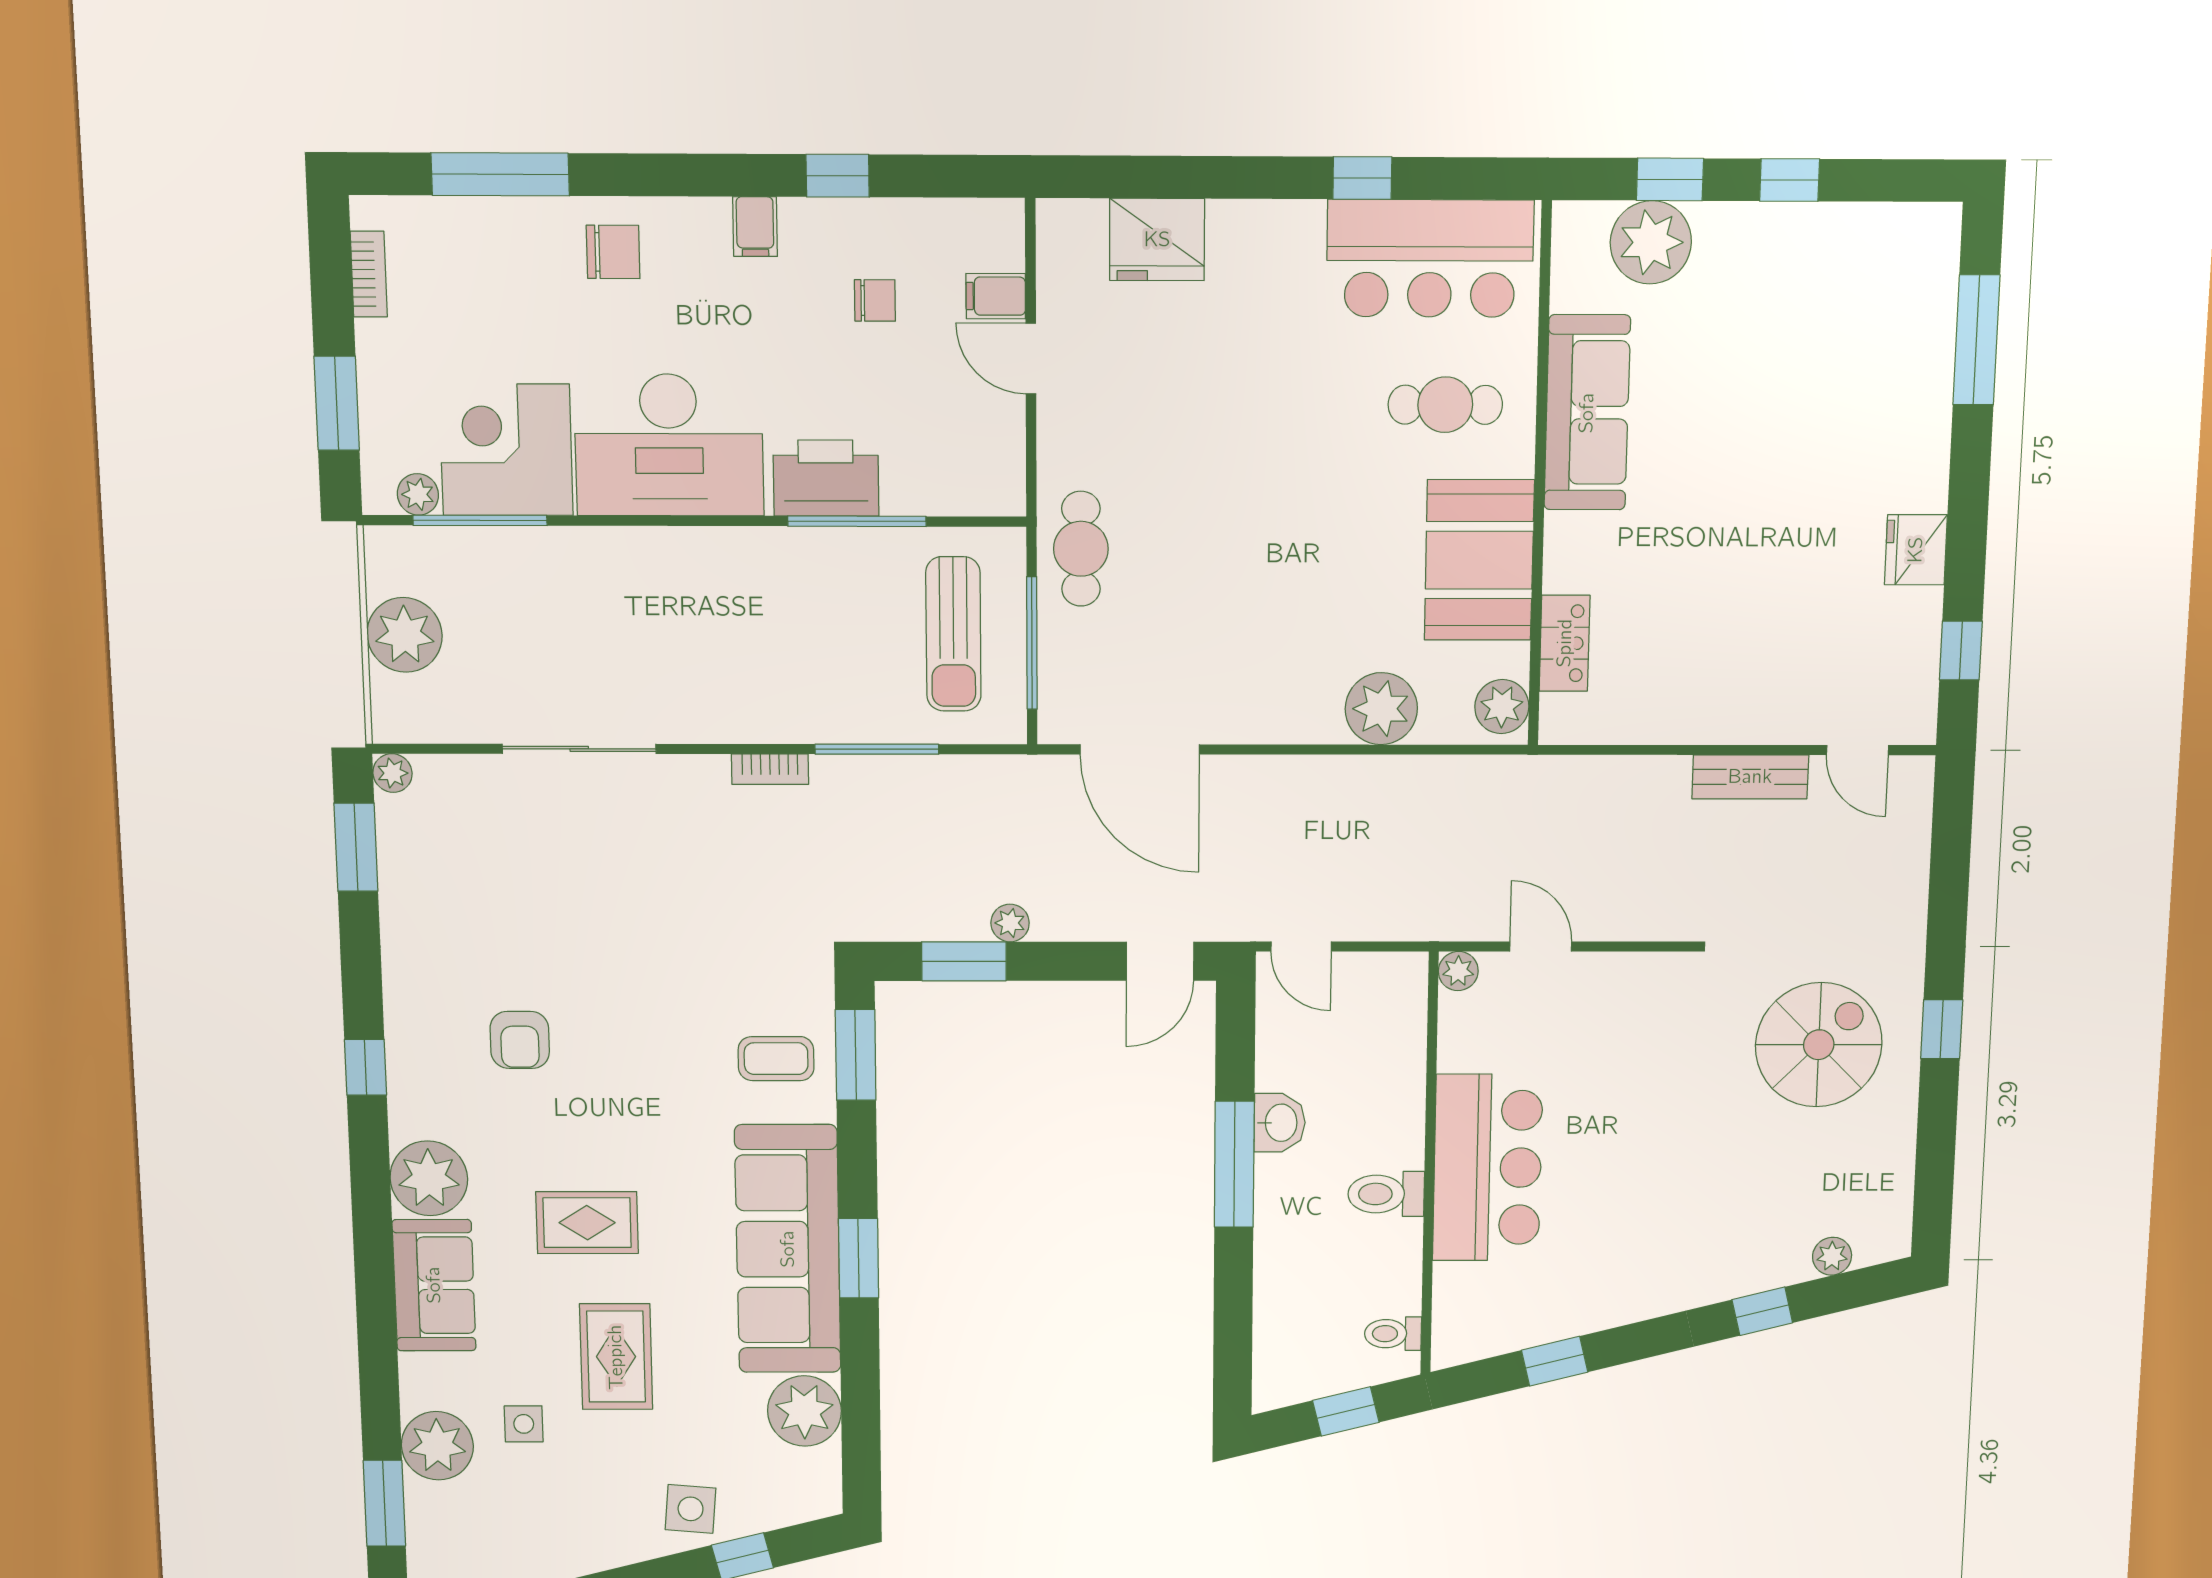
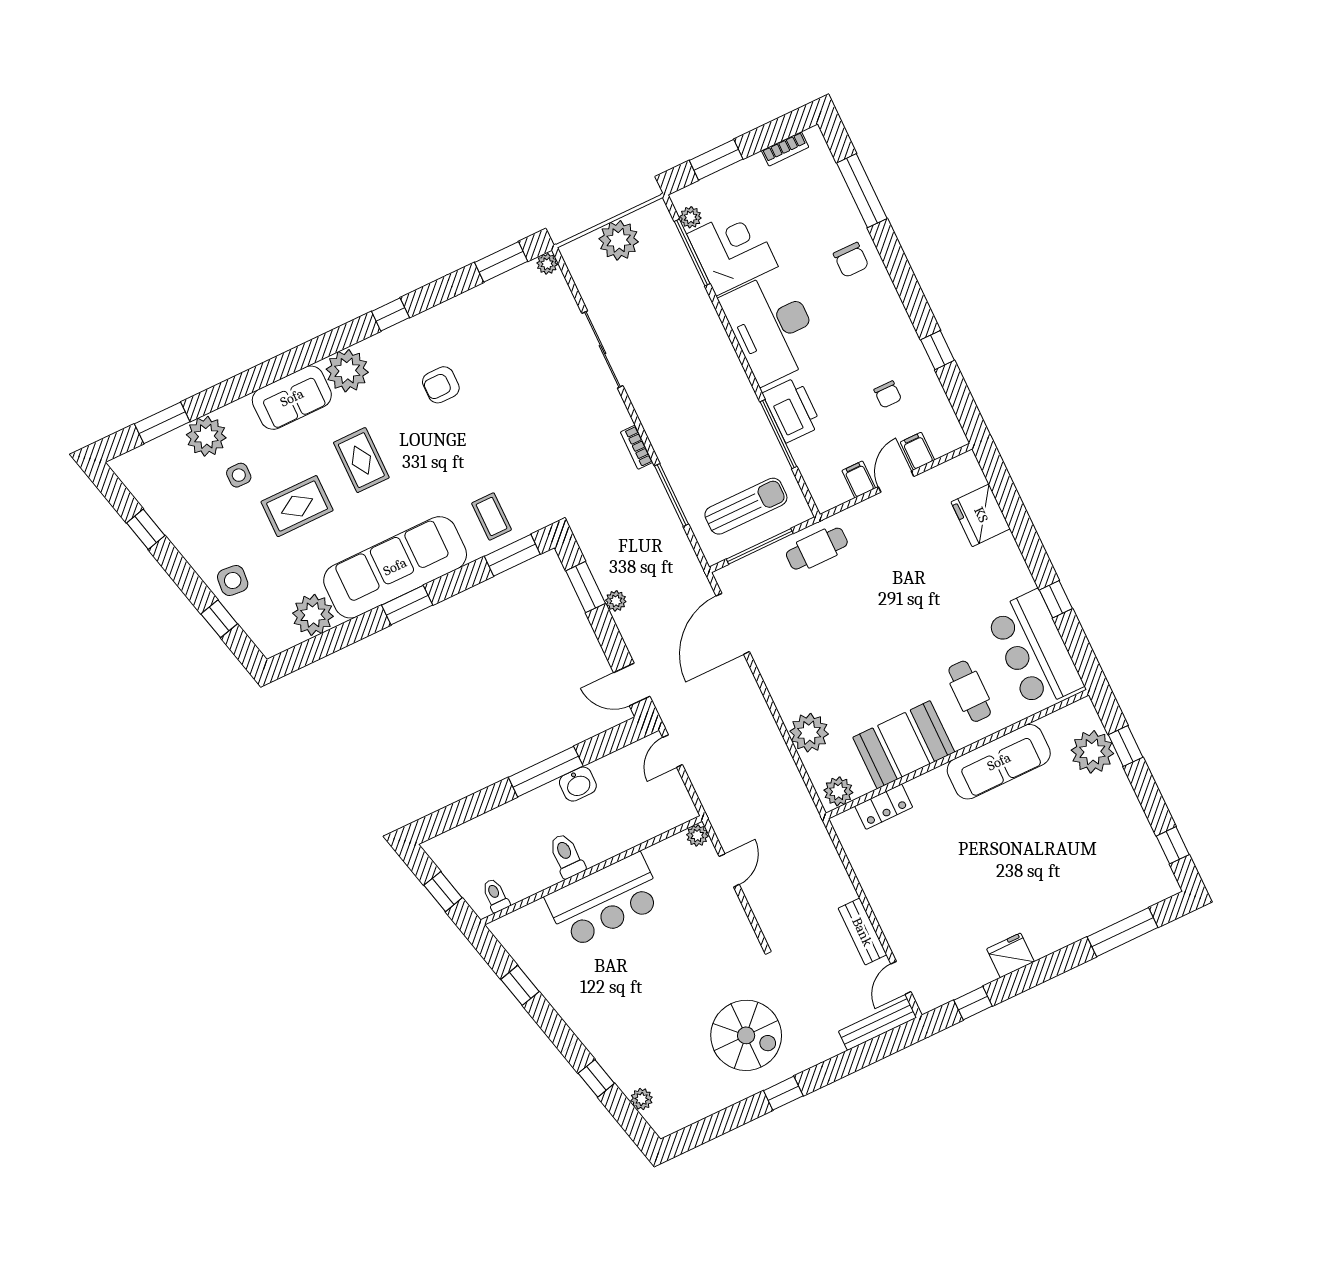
window: (1790, 180) -> (1173, 845), moved
filing cabinet: (755, 227) -> (859, 479), moved, turned 90
sun lounger: (953, 634) -> (746, 506), turned 180
bench: (1913, 825) -> (878, 1025), added

